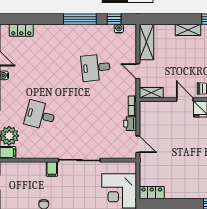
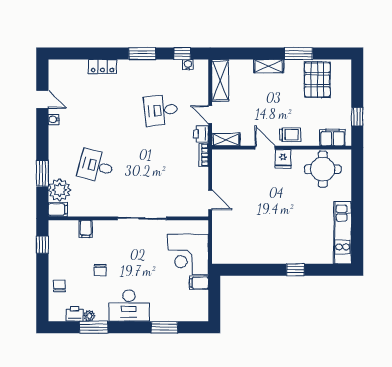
window: (80, 19) -> (142, 54), width x0.69
locker: (21, 30) -> (102, 67), moved
printer: (130, 124) -> (201, 134), moved
filing cabinet: (52, 169) -> (86, 229), moved
locker: (152, 193) -> (226, 256), removed

